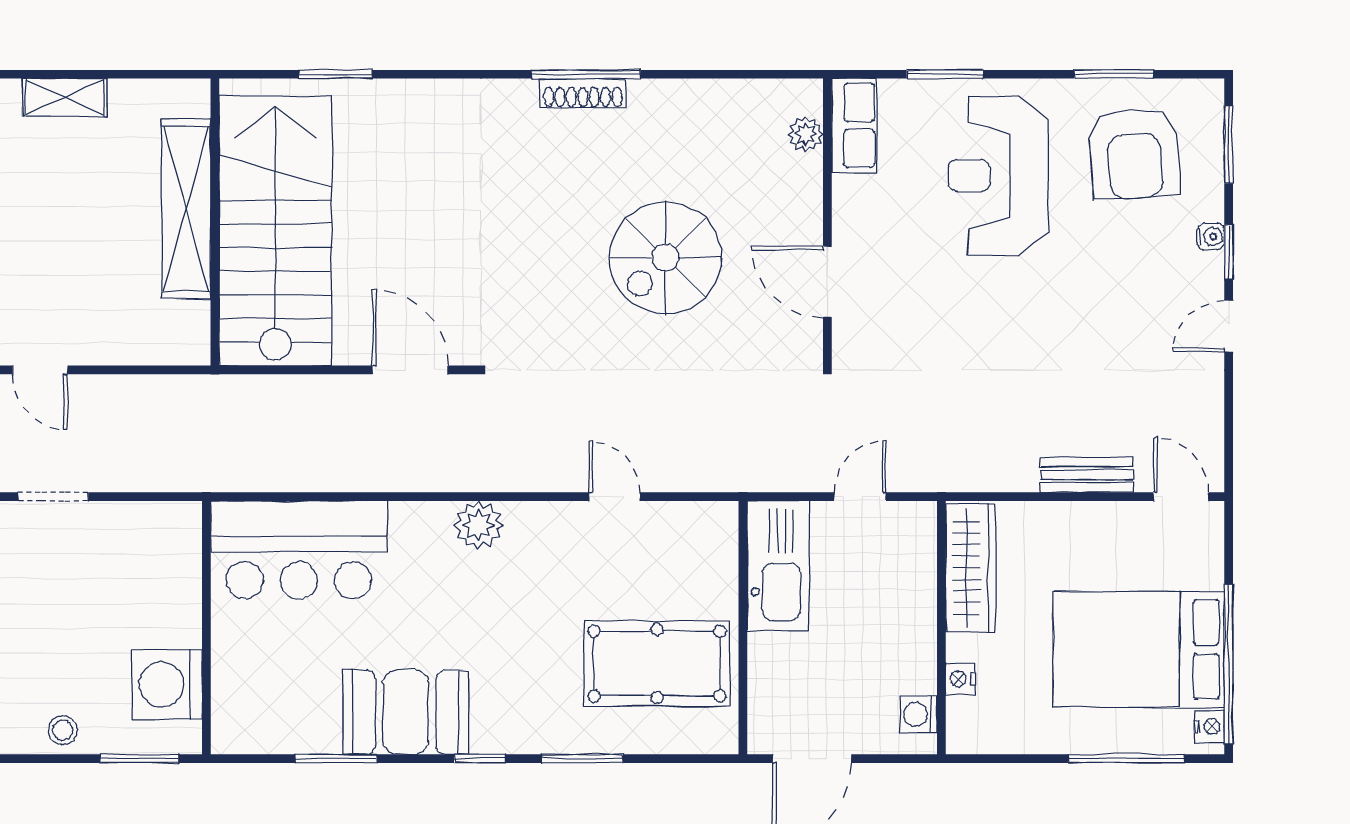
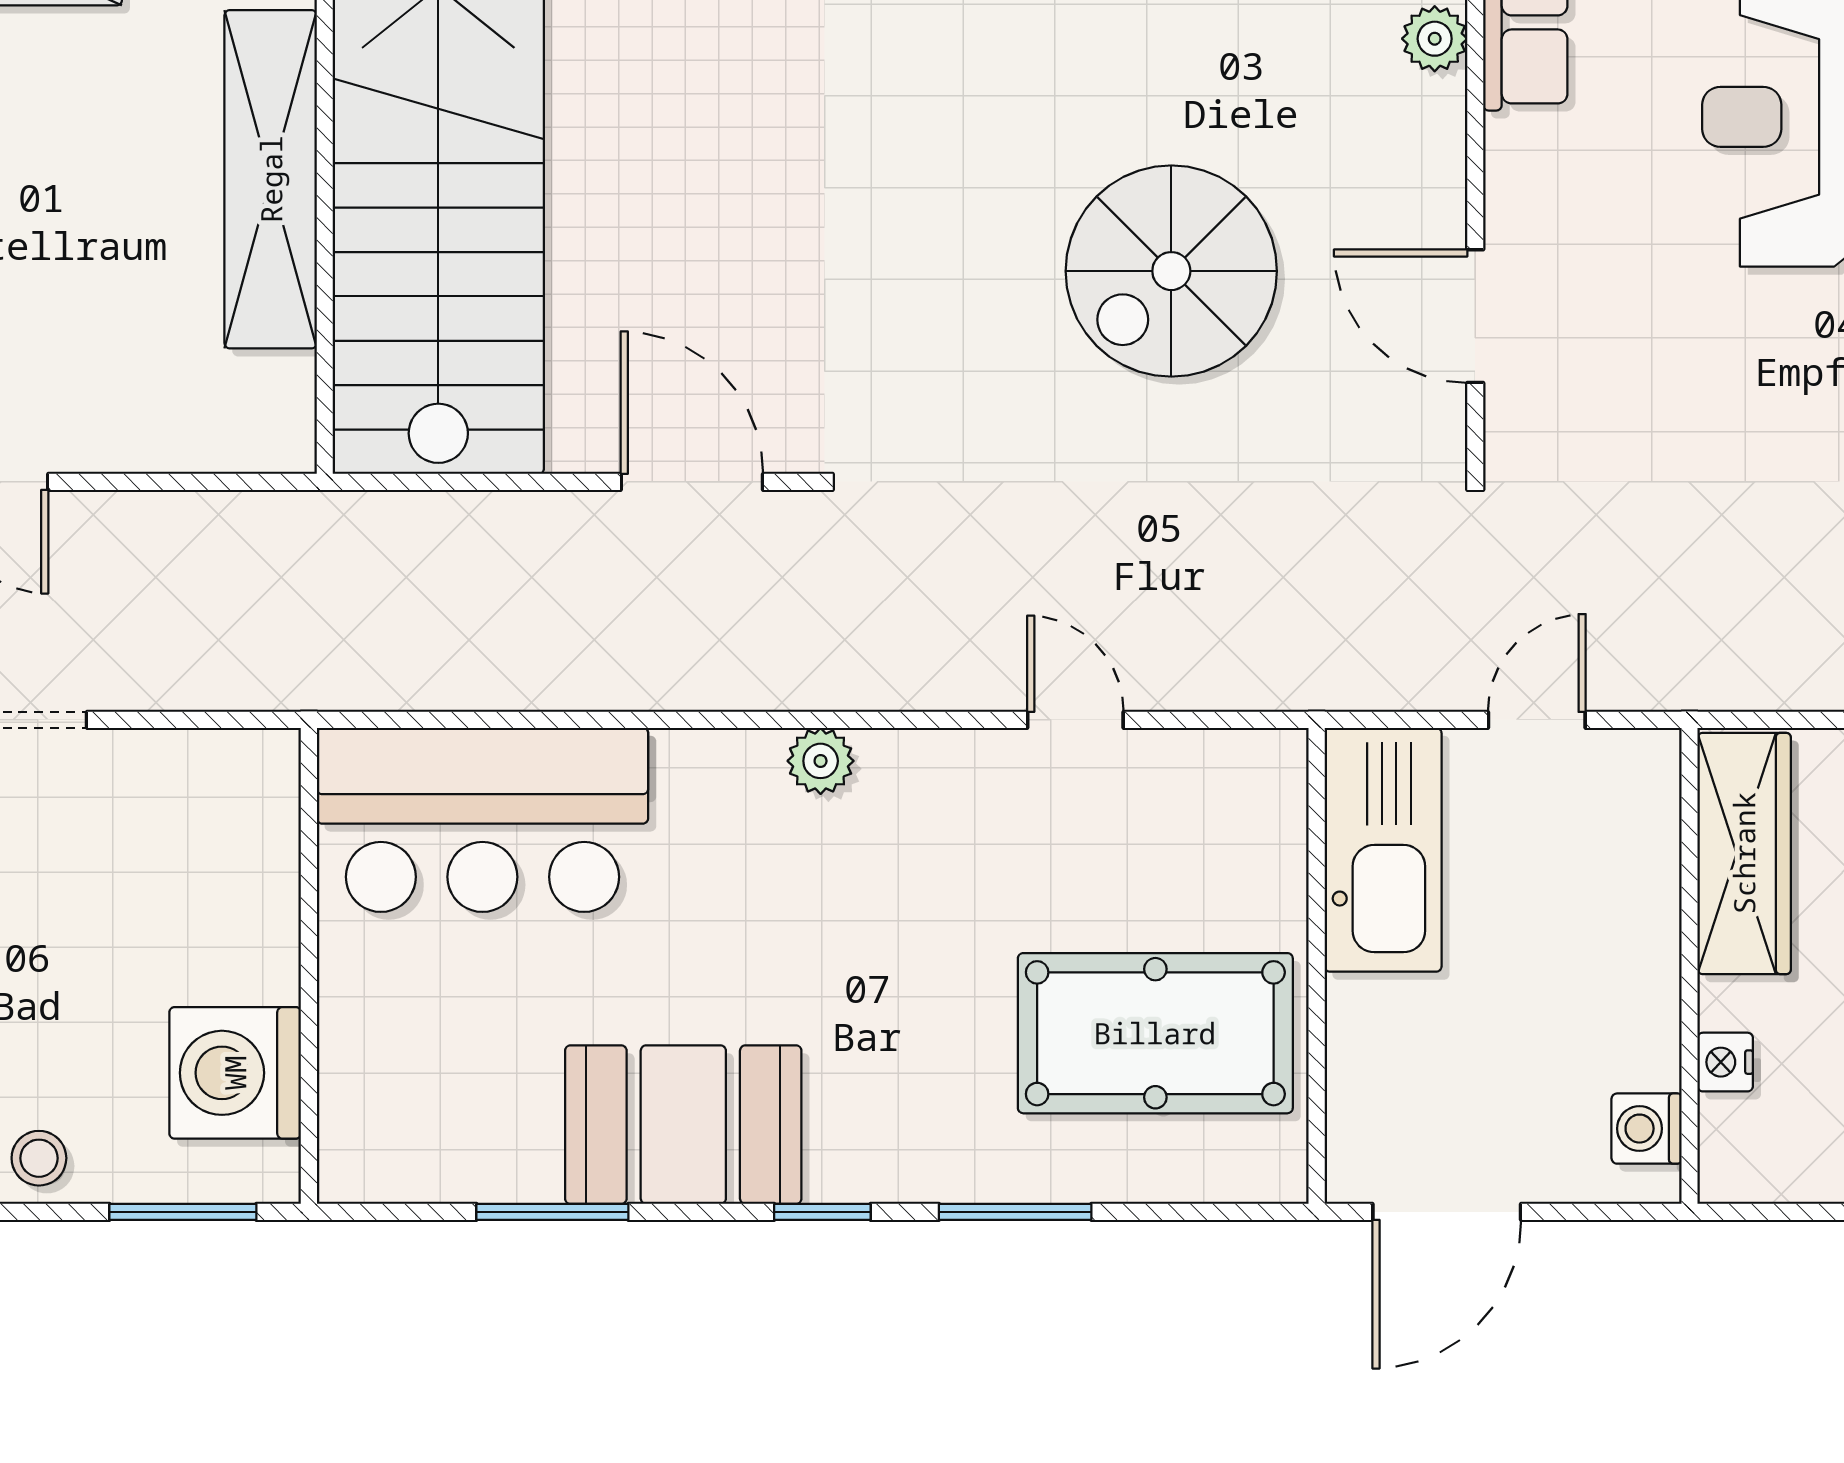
plant: (479, 525) -> (821, 761), width x0.73, depth x0.73

